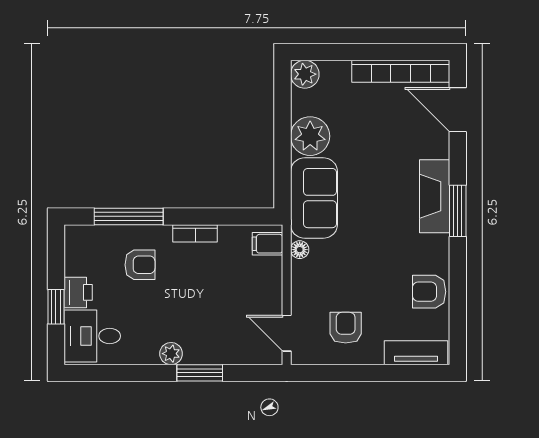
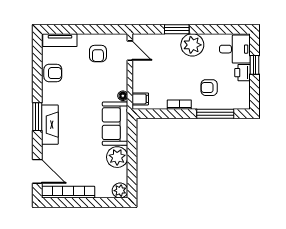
plant: (171, 354) -> (192, 45), width x1.88, depth x1.88

